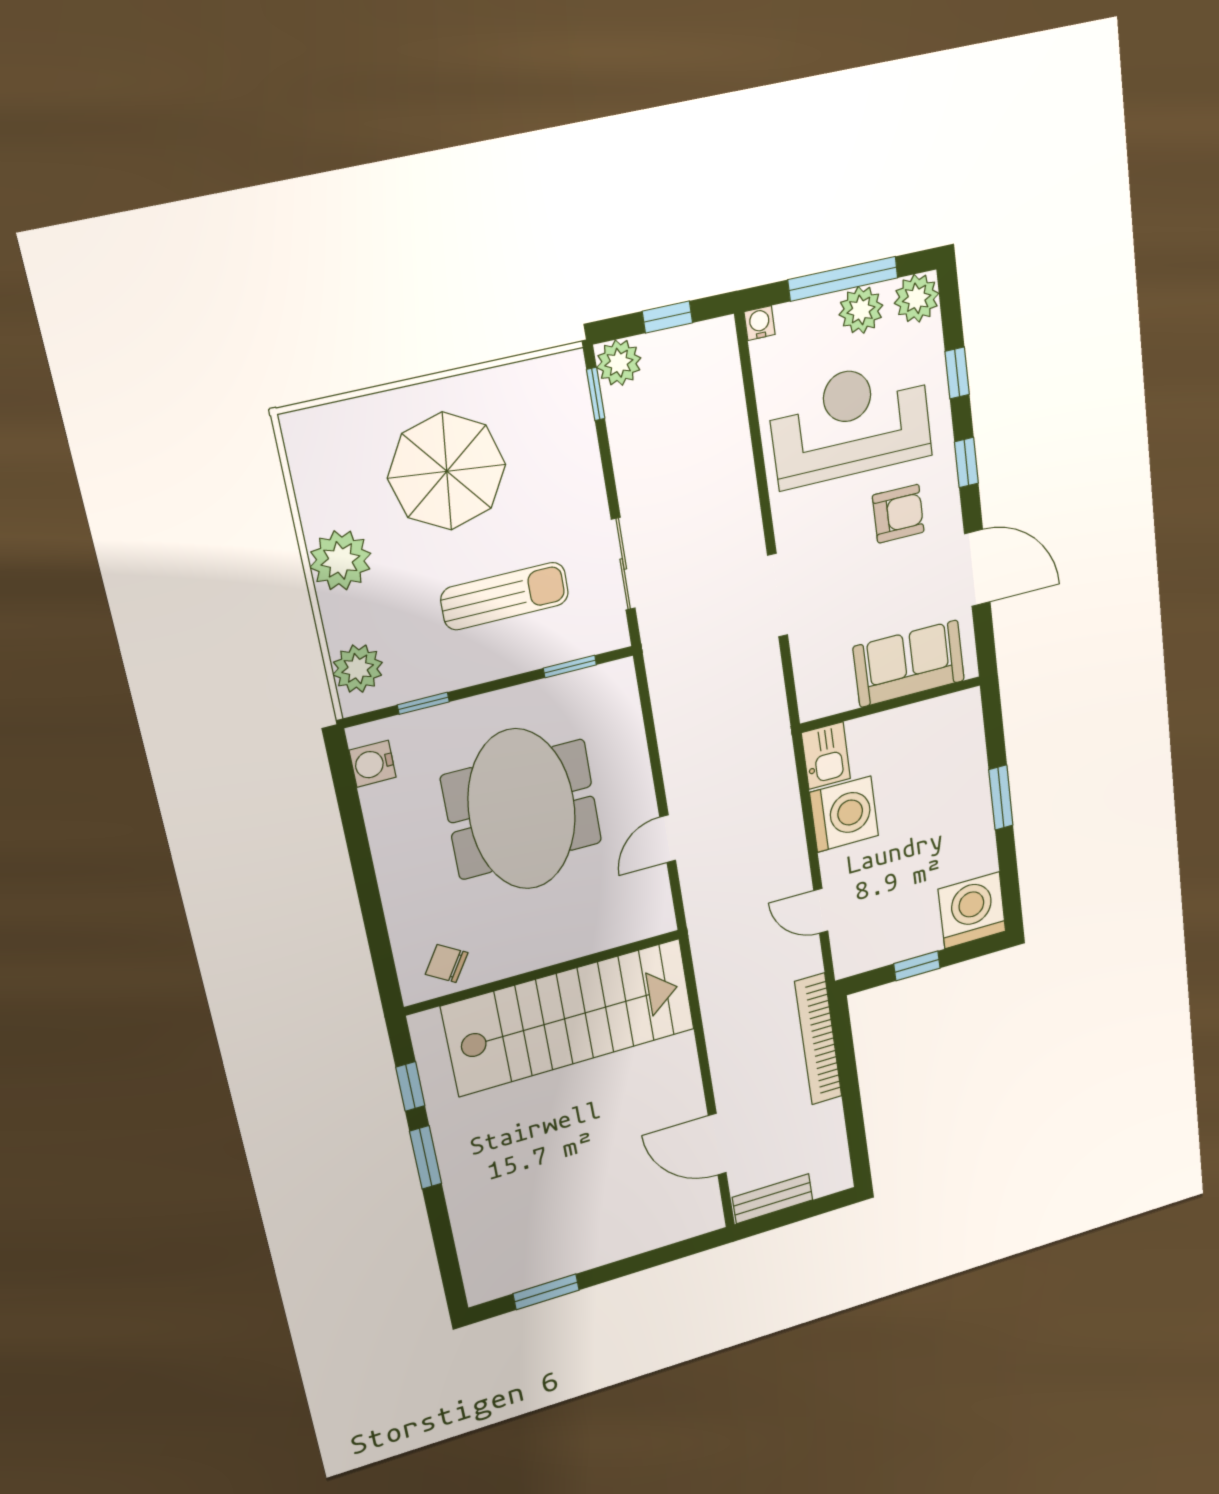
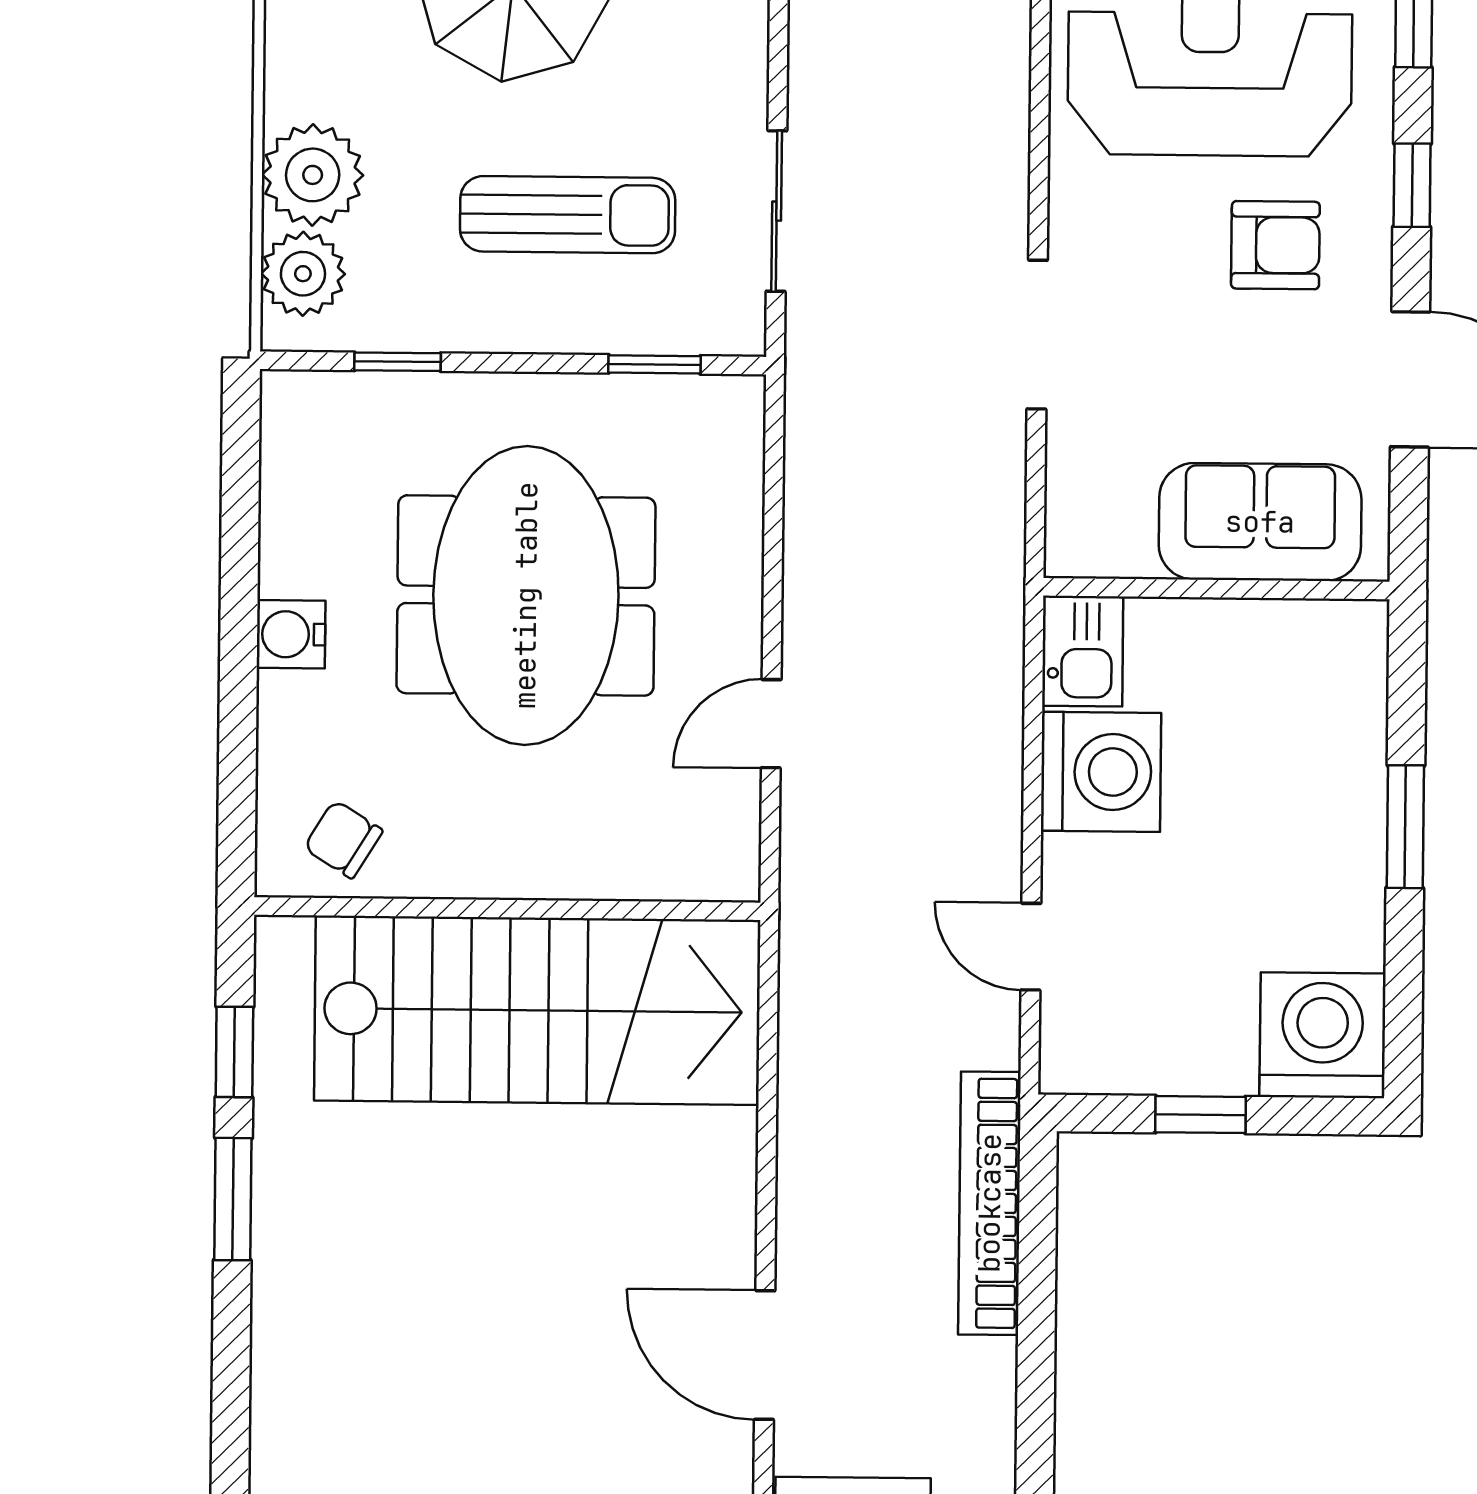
plant: (340, 560) -> (313, 175), moved
water cooler: (373, 764) -> (291, 634), moved

